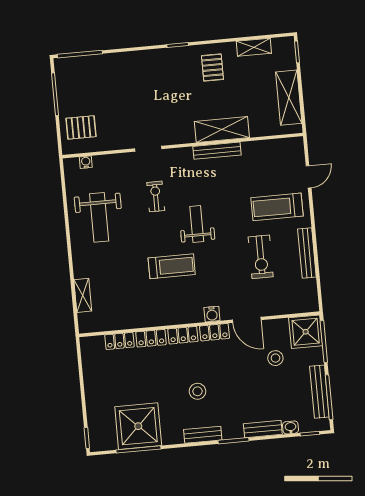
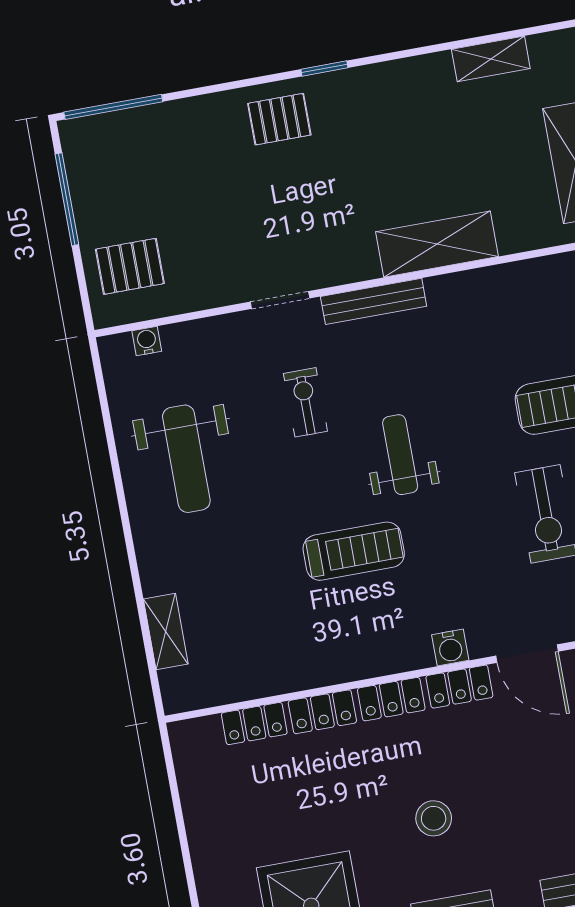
pallet: (212, 67) -> (279, 119), moved, turned 90
bench: (217, 151) -> (374, 301), moved

